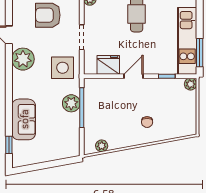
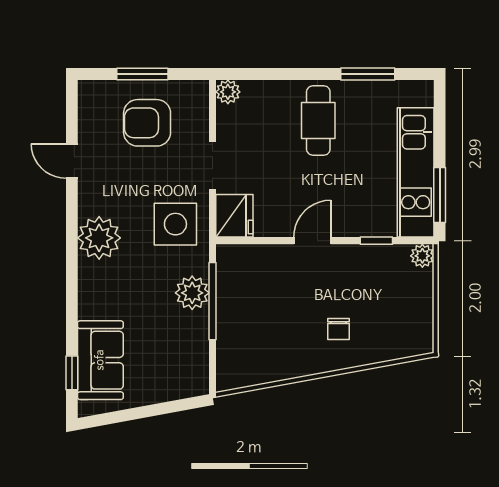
plant: (23, 59) -> (99, 238), moved
fridge: (108, 65) -> (234, 216), moved, turned 90
sofa: (24, 119) -> (100, 360), moved
plant: (102, 146) -> (251, 375), removed

